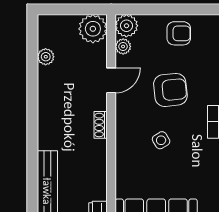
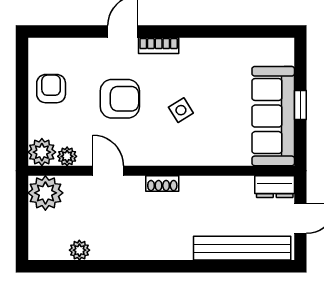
armchair: (170, 90) -> (120, 99), turned 96

